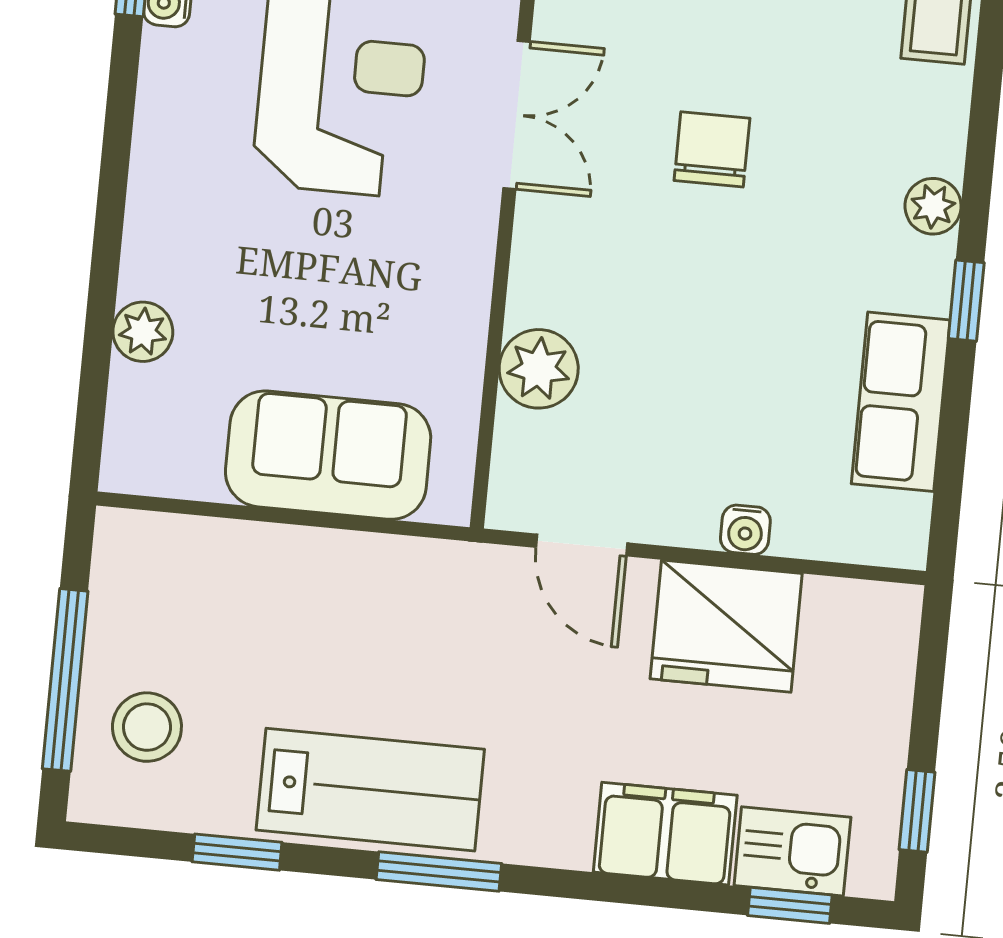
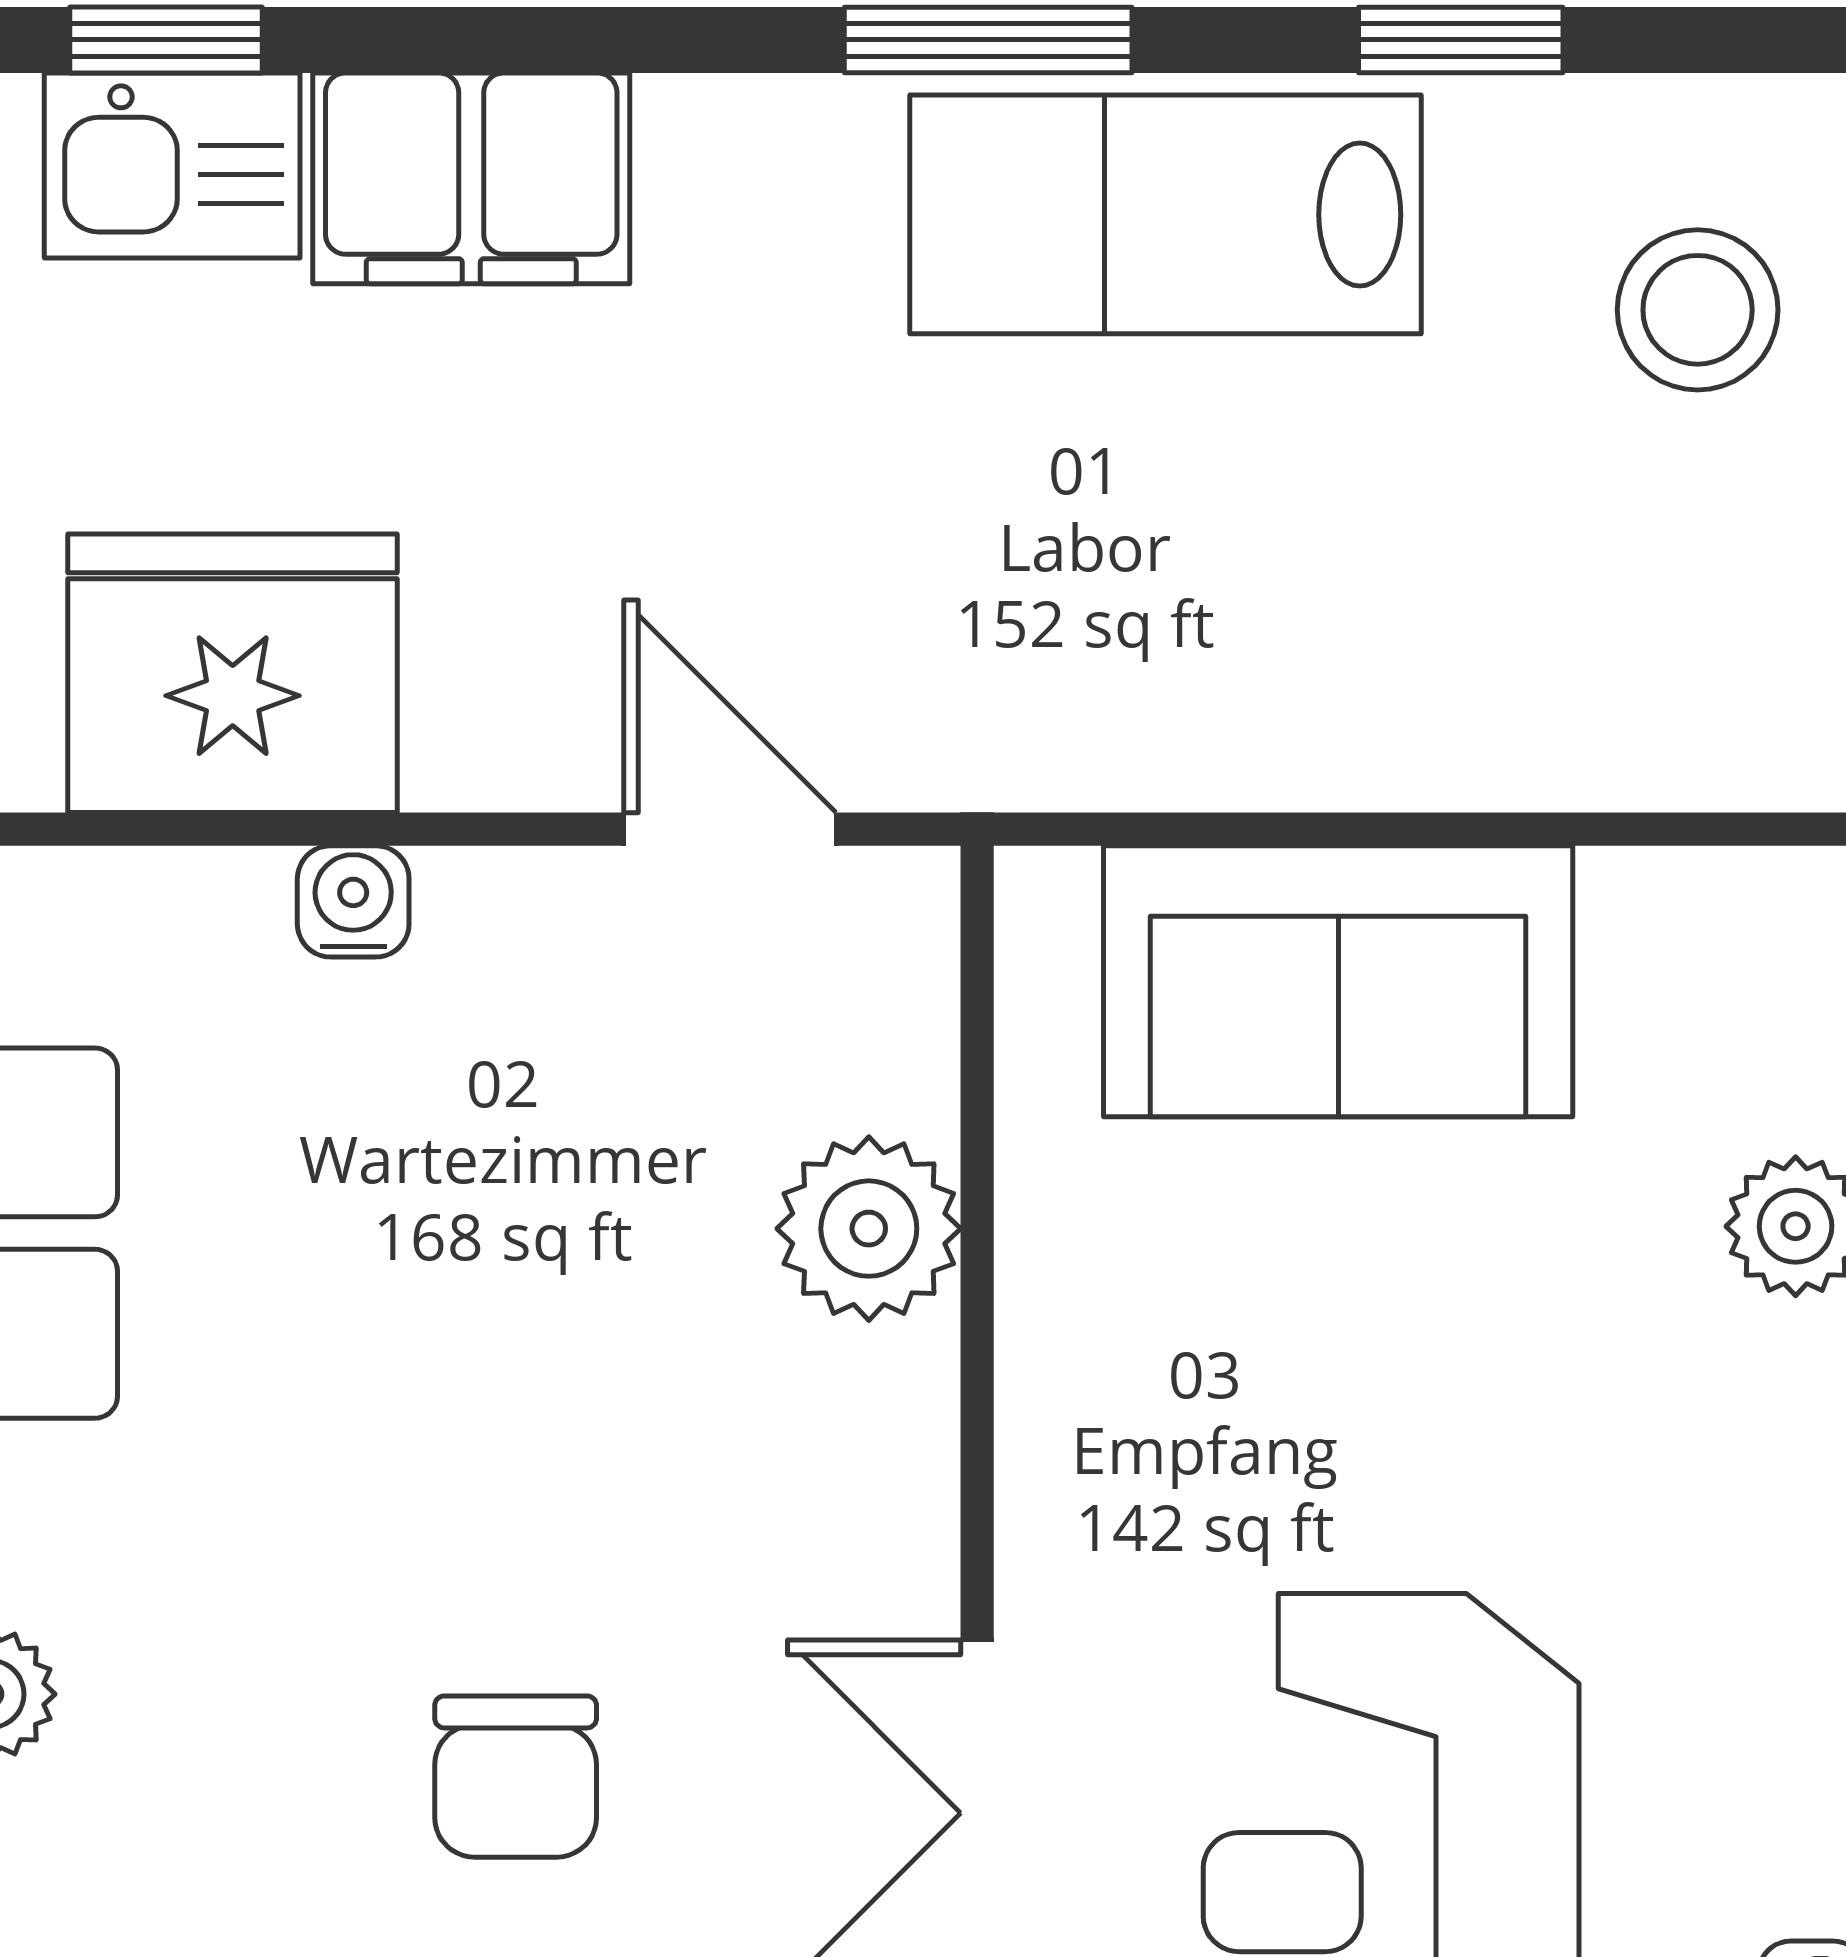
fridge: (726, 626) -> (233, 673), moved

